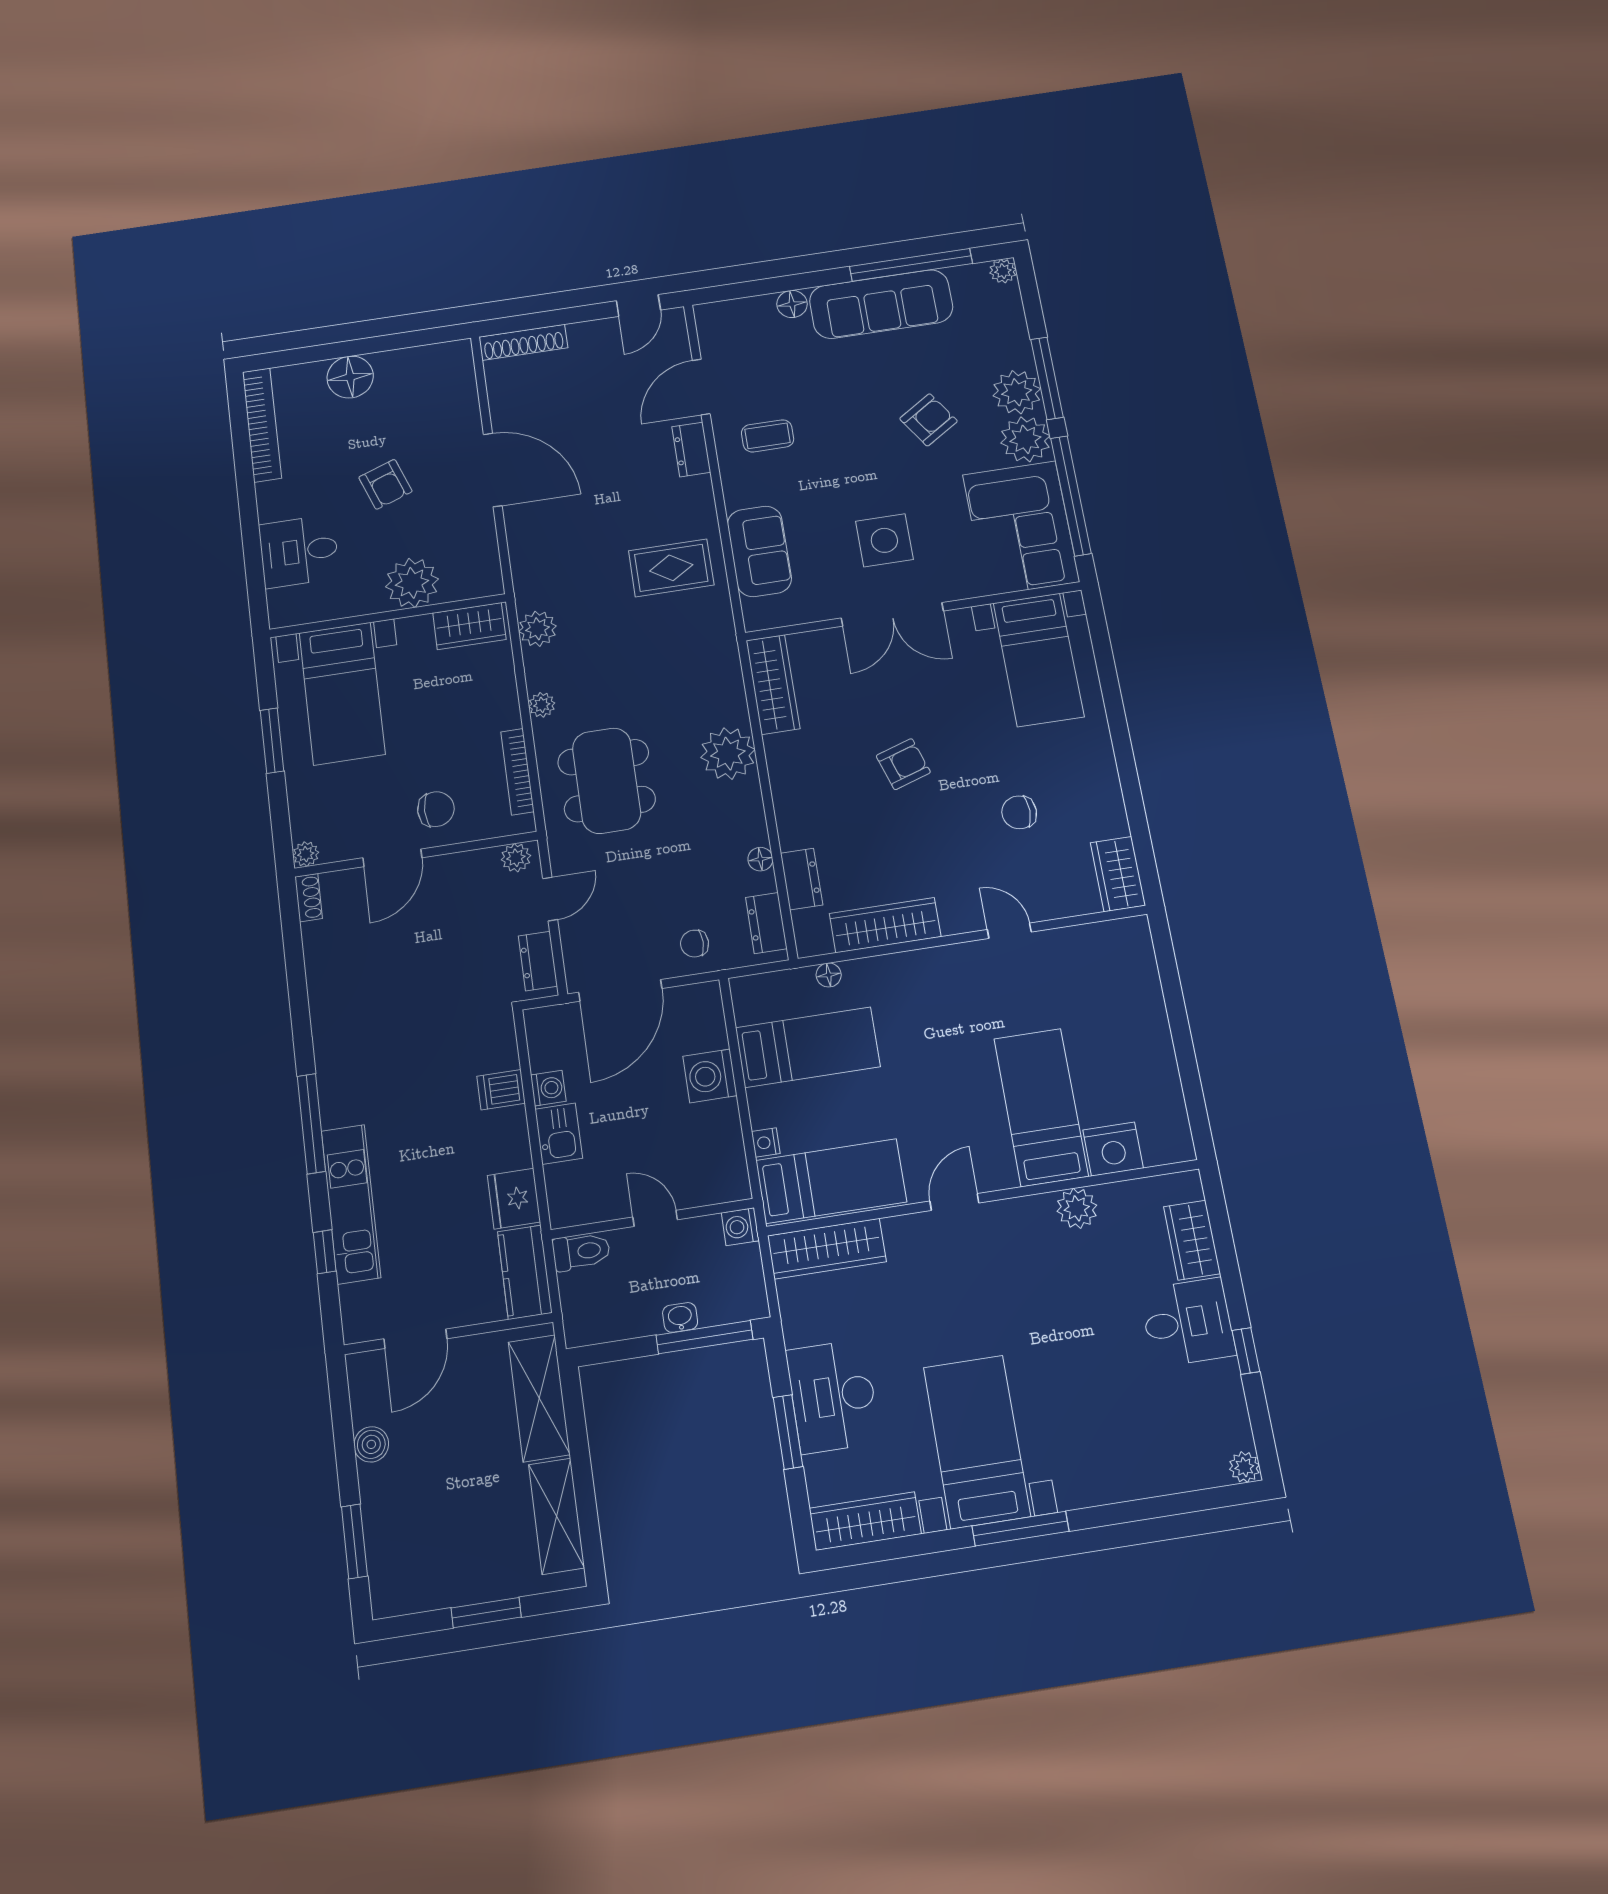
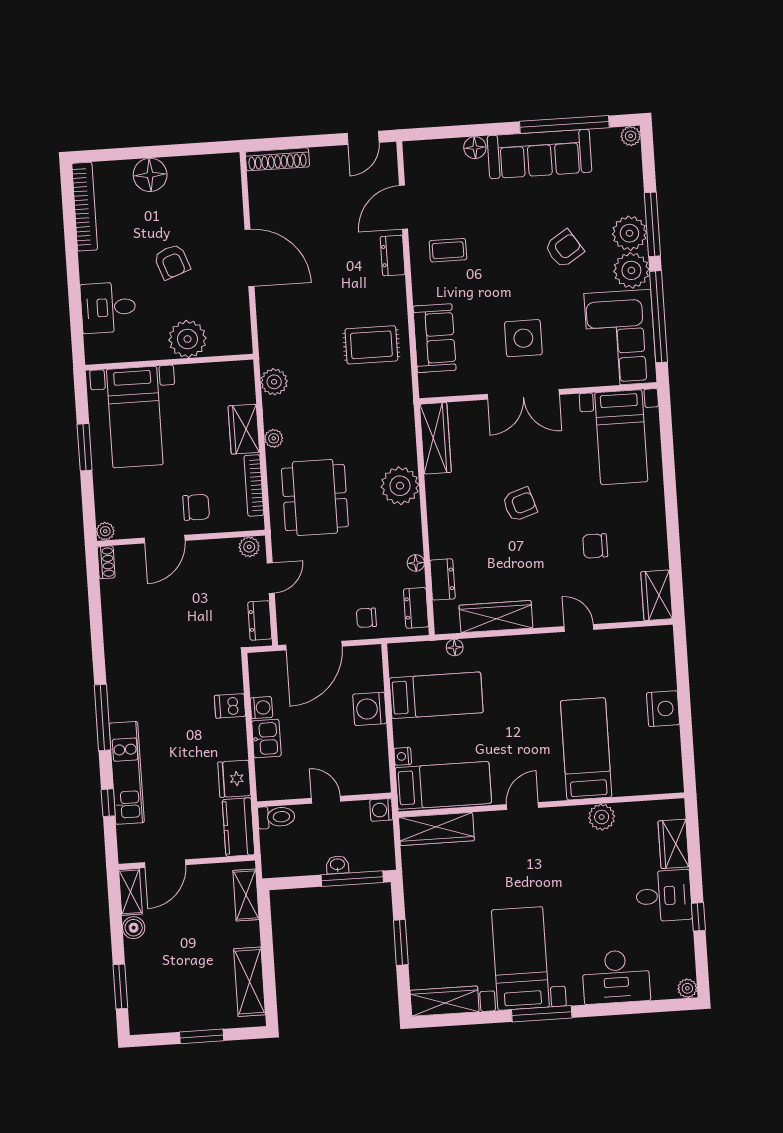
wardrobe: (469, 626) -> (244, 429), moved, turned 90
nightstand: (1113, 1149) -> (663, 709), moved, turned -90
shelving: (364, 1388) -> (130, 892), added
desk: (833, 1396) -> (616, 977), moved, turned -90
shelving: (539, 1398) -> (246, 895), width x0.67, depth x0.75

